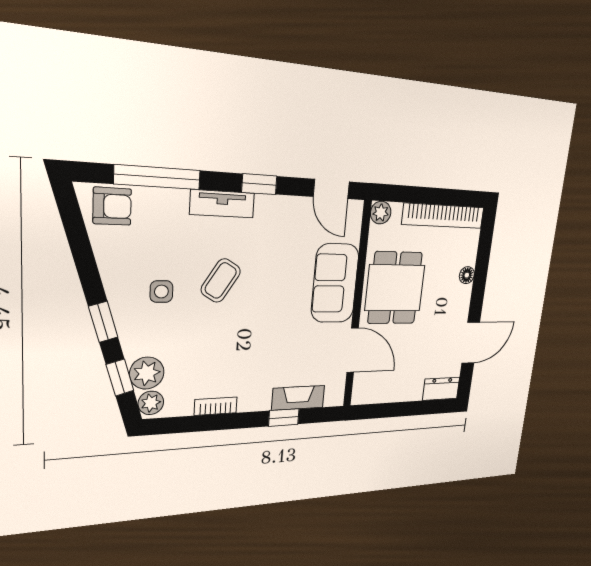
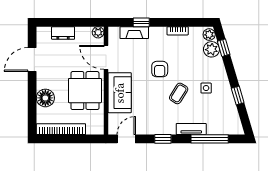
door: (331, 189) -> (126, 139), hinge flipped
tv unit: (222, 204) -> (191, 129), moved
armchair: (112, 206) -> (160, 69), moved, turned -90
plant: (381, 213) -> (98, 32), moved
floor lamp: (467, 275) -> (45, 98), width x1.89, depth x1.89
window: (103, 322) -> (238, 95), moved
dresser: (441, 389) -> (63, 33), moved

